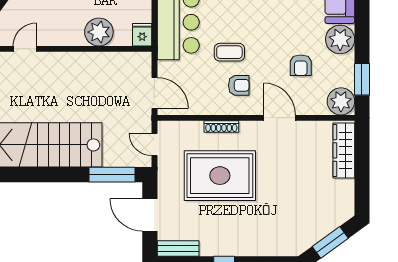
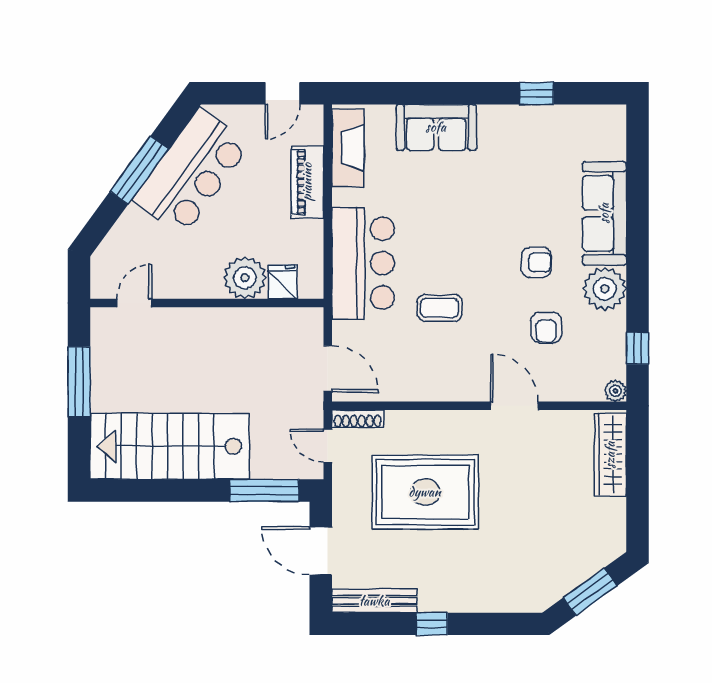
fridge: (142, 35) -> (282, 282), moved
window: (362, 79) -> (637, 348), width x0.67
armchair: (239, 85) -> (536, 262), moved
plant: (341, 101) -> (615, 391), width x0.53, depth x0.53
shoe rack: (221, 126) -> (358, 419), moved
bench: (178, 248) -> (374, 601), width x1.36

